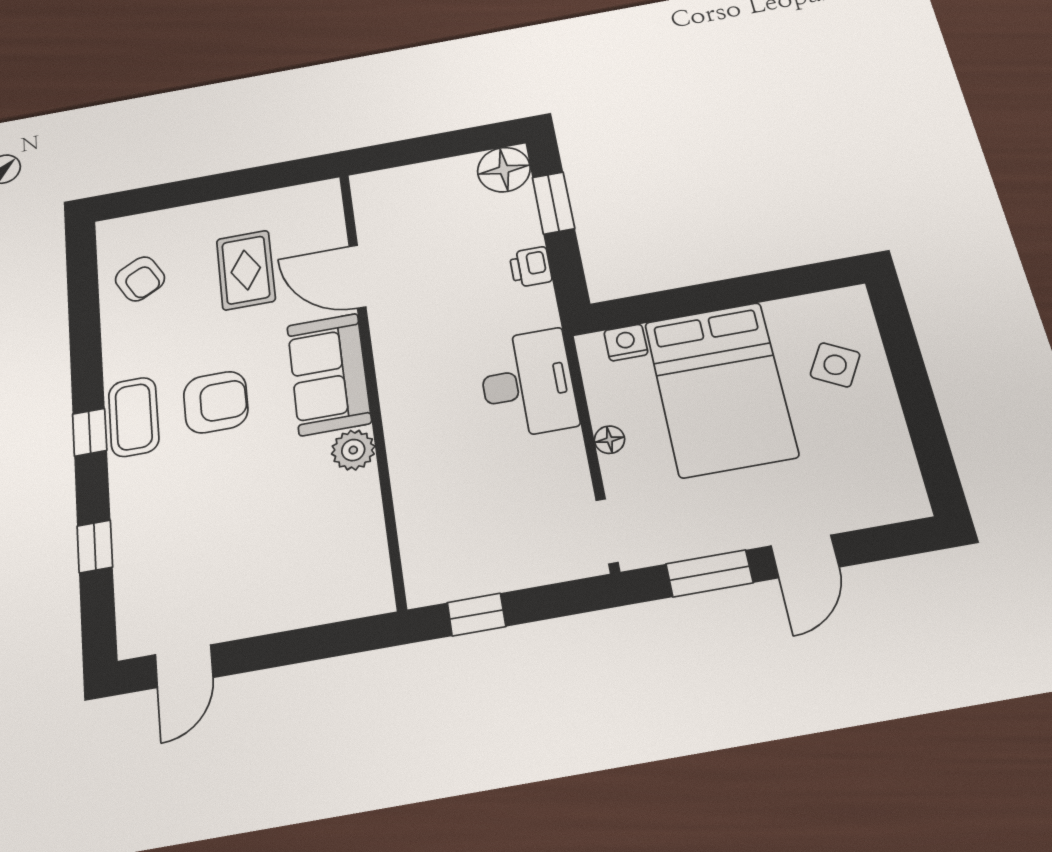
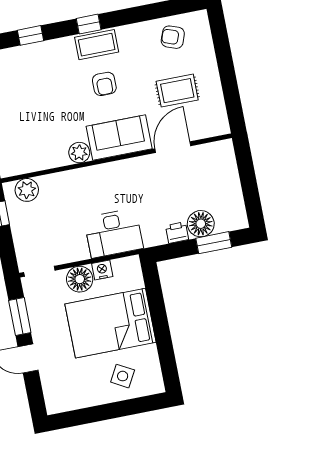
floor lamp: (504, 170) -> (201, 224), moved
armchair: (140, 279) -> (173, 37), turned 49
nightstand: (626, 343) -> (102, 270), moved, turned -90
armchair: (216, 402) -> (104, 84), width x0.72, depth x0.72
floor lamp: (609, 440) -> (80, 279), width x1.89, depth x1.89
plant: (426, 556) -> (27, 190), added

